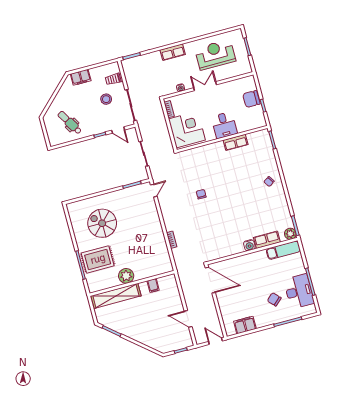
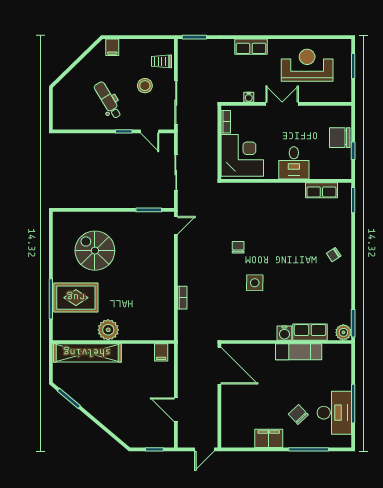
filing cabinet: (81, 77) -> (112, 47), width x0.50
dental chair: (70, 123) -> (108, 100), moved
row of seats: (236, 142) -> (321, 190), moved
side table: (219, 216) -> (255, 283), added
exam couch: (283, 250) -> (299, 352), moved
filing cabinet: (153, 285) -> (161, 352), moved
filing cabinet: (245, 325) -> (269, 438), moved
door: (215, 341) -> (204, 449), swing flipped

